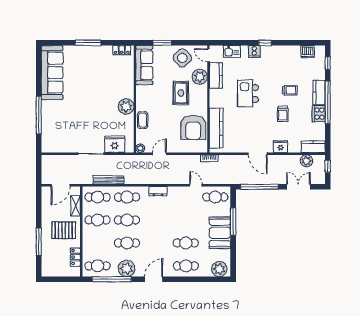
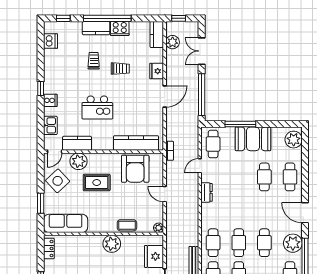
armchair: (193, 127) -> (135, 169), turned 90
door: (159, 154) -> (165, 194), moved
dresser: (158, 191) -> (207, 192), moved

